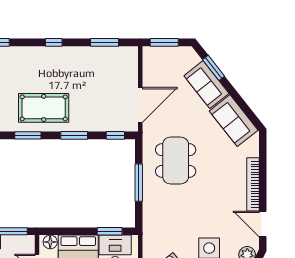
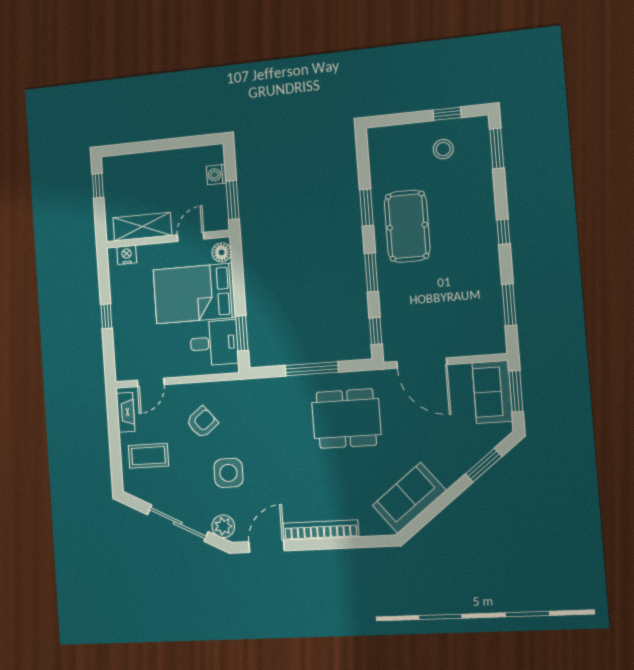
sofa: (206, 85) -> (492, 392), moved, turned -52

